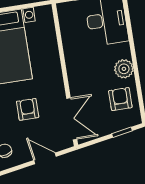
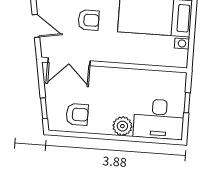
plant: (124, 69) -> (122, 126), moved
door: (45, 158) -> (36, 26), hinge flipped

